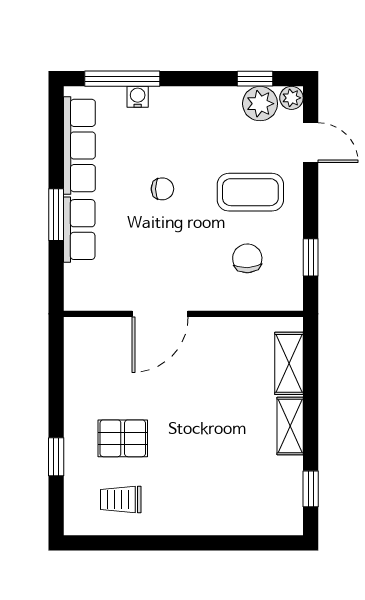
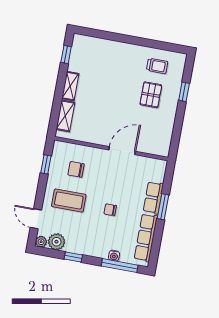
window: (255, 79) -> (73, 257), moved
chair: (247, 258) -> (76, 169), turned 93
pallet: (123, 438) -> (151, 95), turned 90

